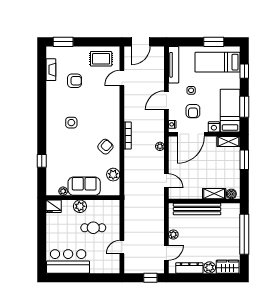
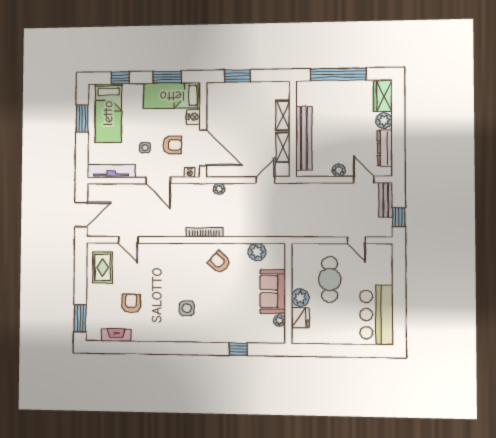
door: (141, 42) -> (81, 215), hinge flipped
shelving: (228, 142) -> (283, 147), moved
boiler: (231, 194) -> (283, 92), removed
fridge: (54, 206) -> (300, 318), moved
cafe table: (93, 228) -> (330, 280), width x1.37, depth x1.35
bench: (151, 268) -> (386, 200), added
window: (150, 278) -> (399, 217), moved

